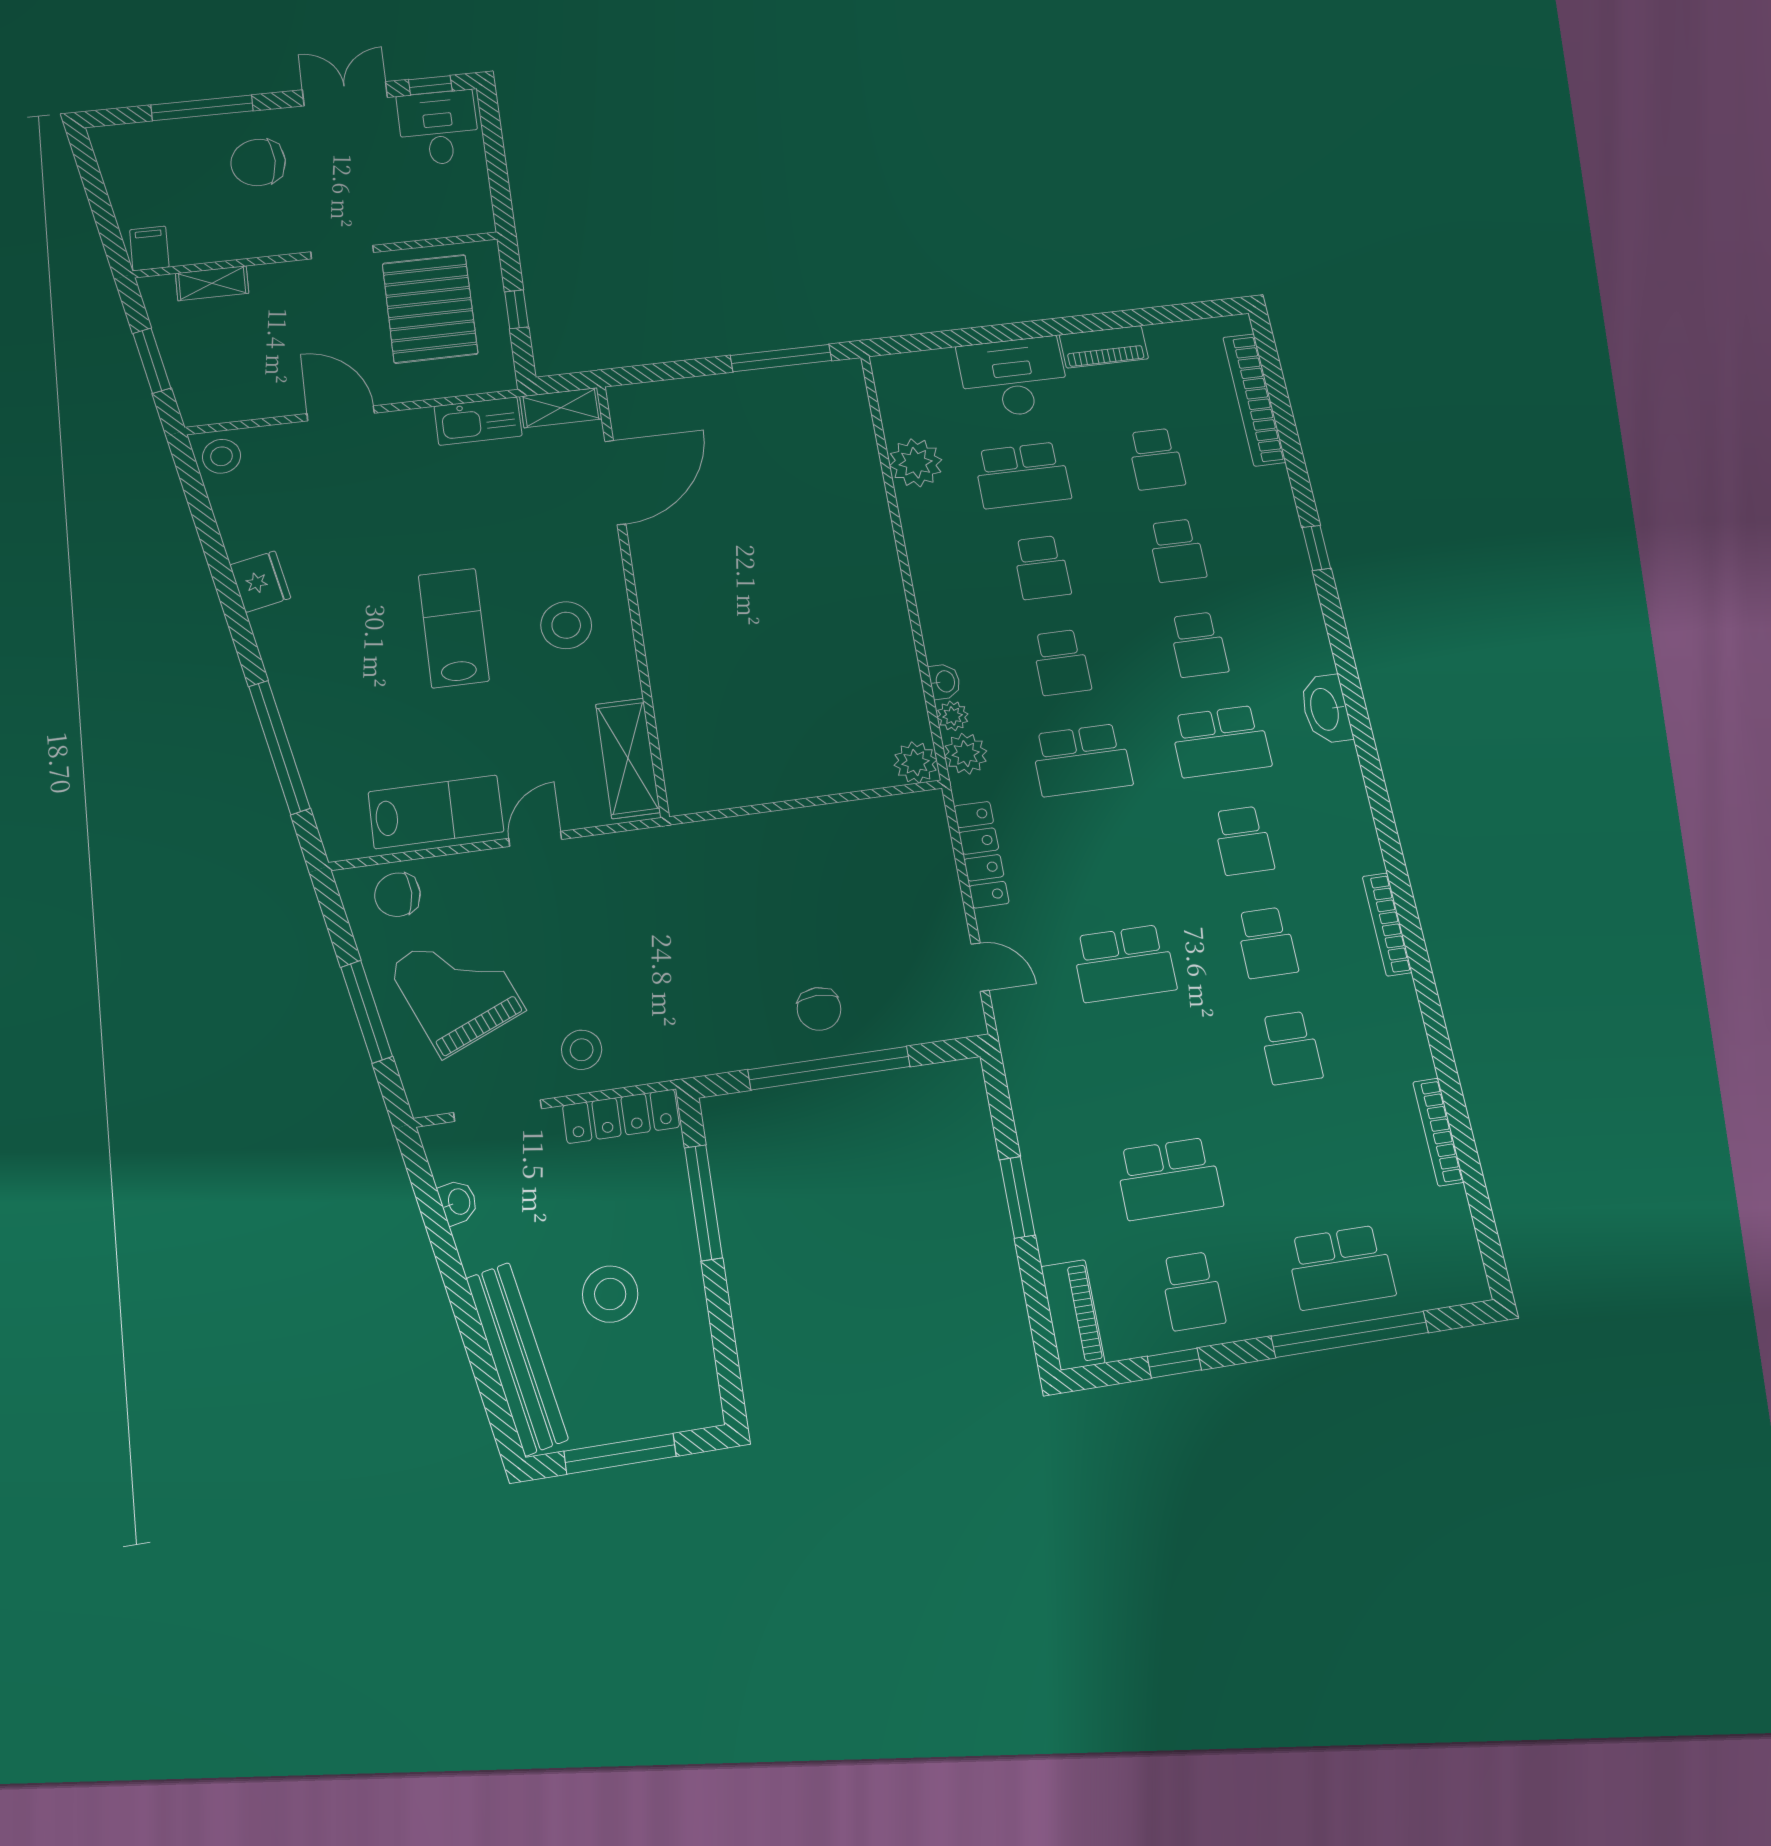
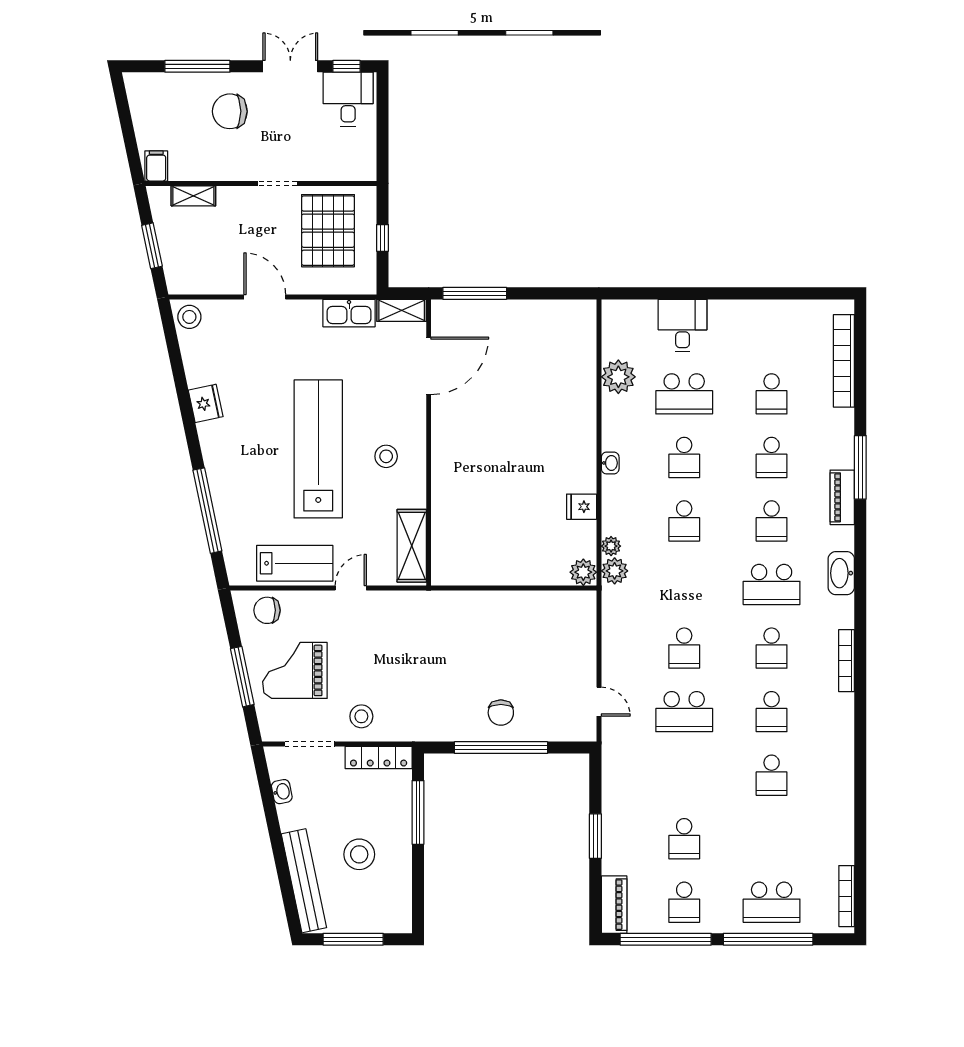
piano: (1104, 347) -> (842, 497), moved, turned 90
window: (781, 358) -> (475, 293), moved
desk: (1014, 377) -> (683, 326), width x0.73
window: (1316, 548) -> (860, 467), width x2.17
stool: (566, 625) -> (386, 456), width x0.73, depth x0.73
lab bench: (454, 628) -> (318, 449), width x1.86, depth x1.39
fridge: (894, 662) -> (582, 507), added
washbasin: (945, 681) -> (610, 463), moved
school desk: (1082, 760) -> (684, 648), moved, width x0.54
locker: (981, 854) -> (612, 634), removed
bookcase: (1387, 924) -> (846, 661), moved
grand piano: (457, 988) -> (295, 670), turned -67
bookcase: (1438, 1132) -> (847, 896), moved
school desk: (1169, 1179) -> (684, 839), width x0.54
window: (1174, 1363) -> (666, 939), width x3.17

